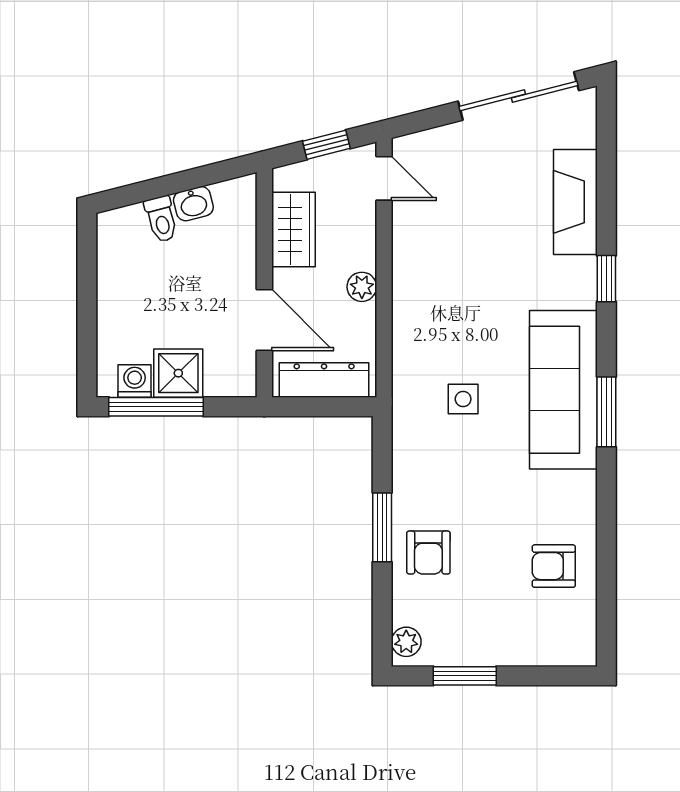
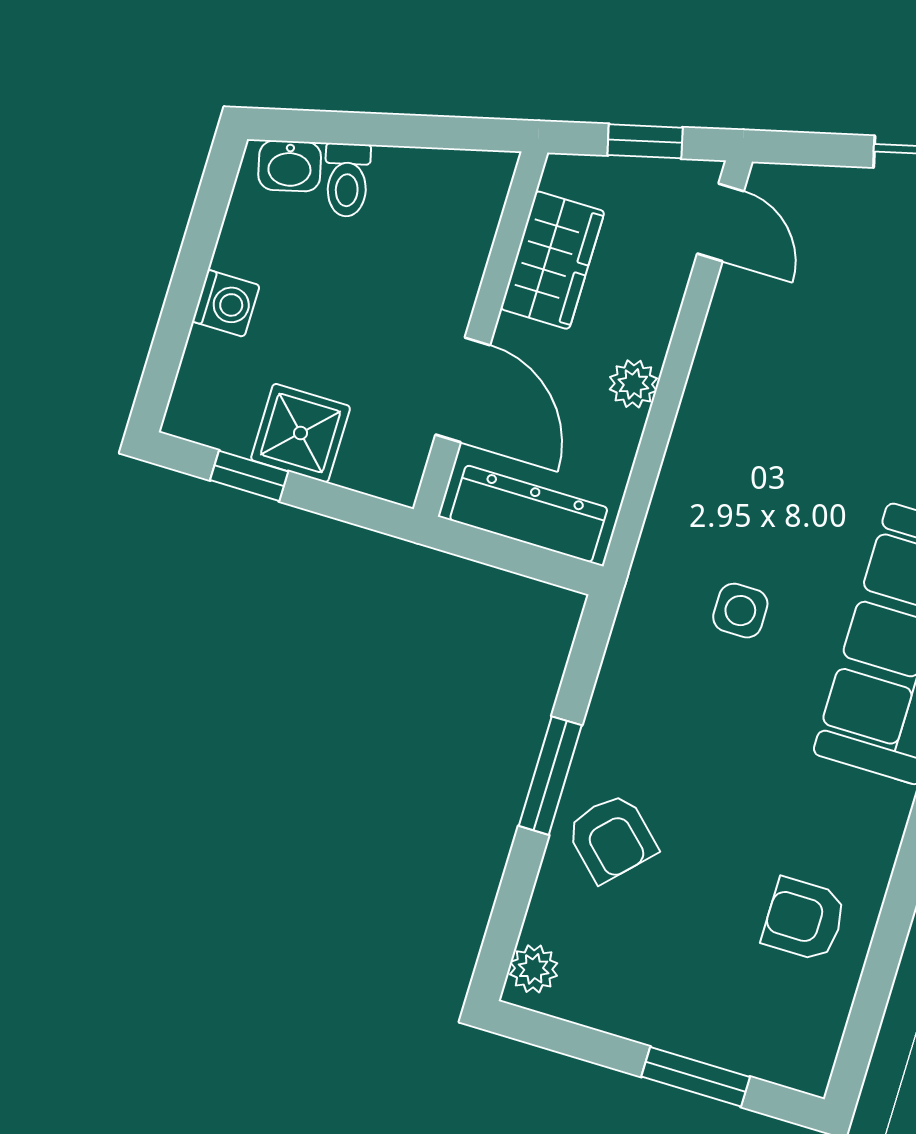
washbasin: (193, 204) -> (290, 166), moved
washing machine: (135, 381) -> (226, 303), moved, turned 90
window: (156, 407) -> (249, 476), width x0.46
armchair: (428, 553) -> (612, 838), turned -46
window: (465, 676) -> (696, 1077), moved

